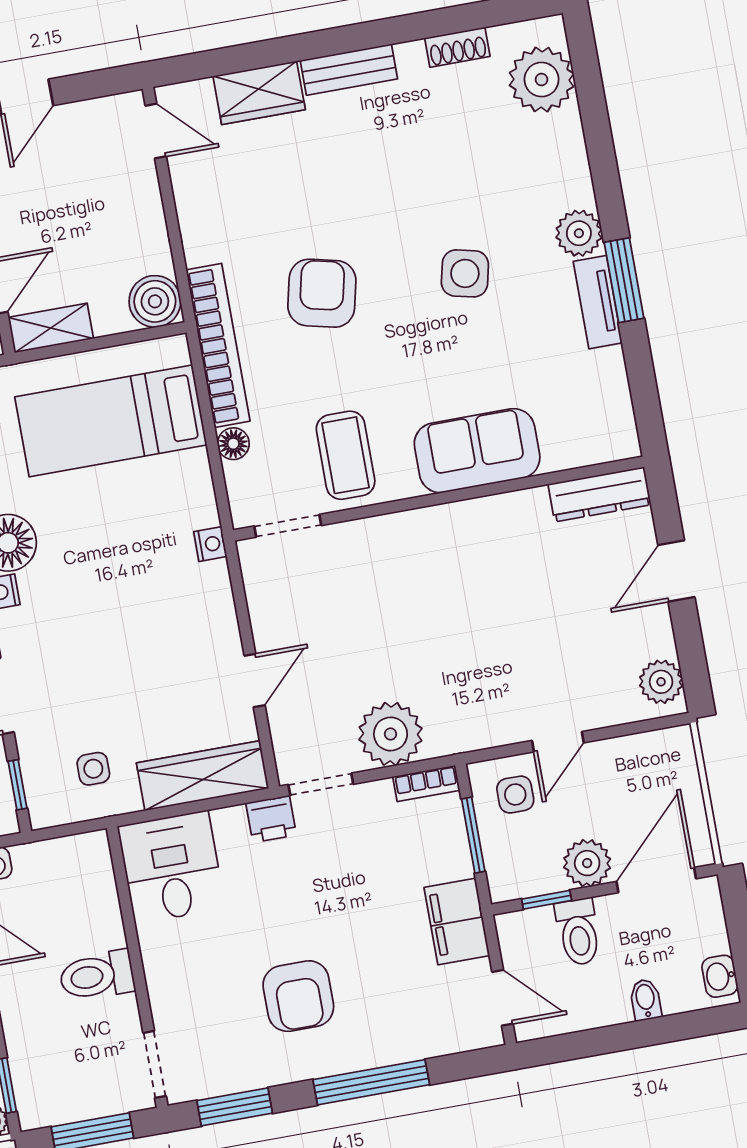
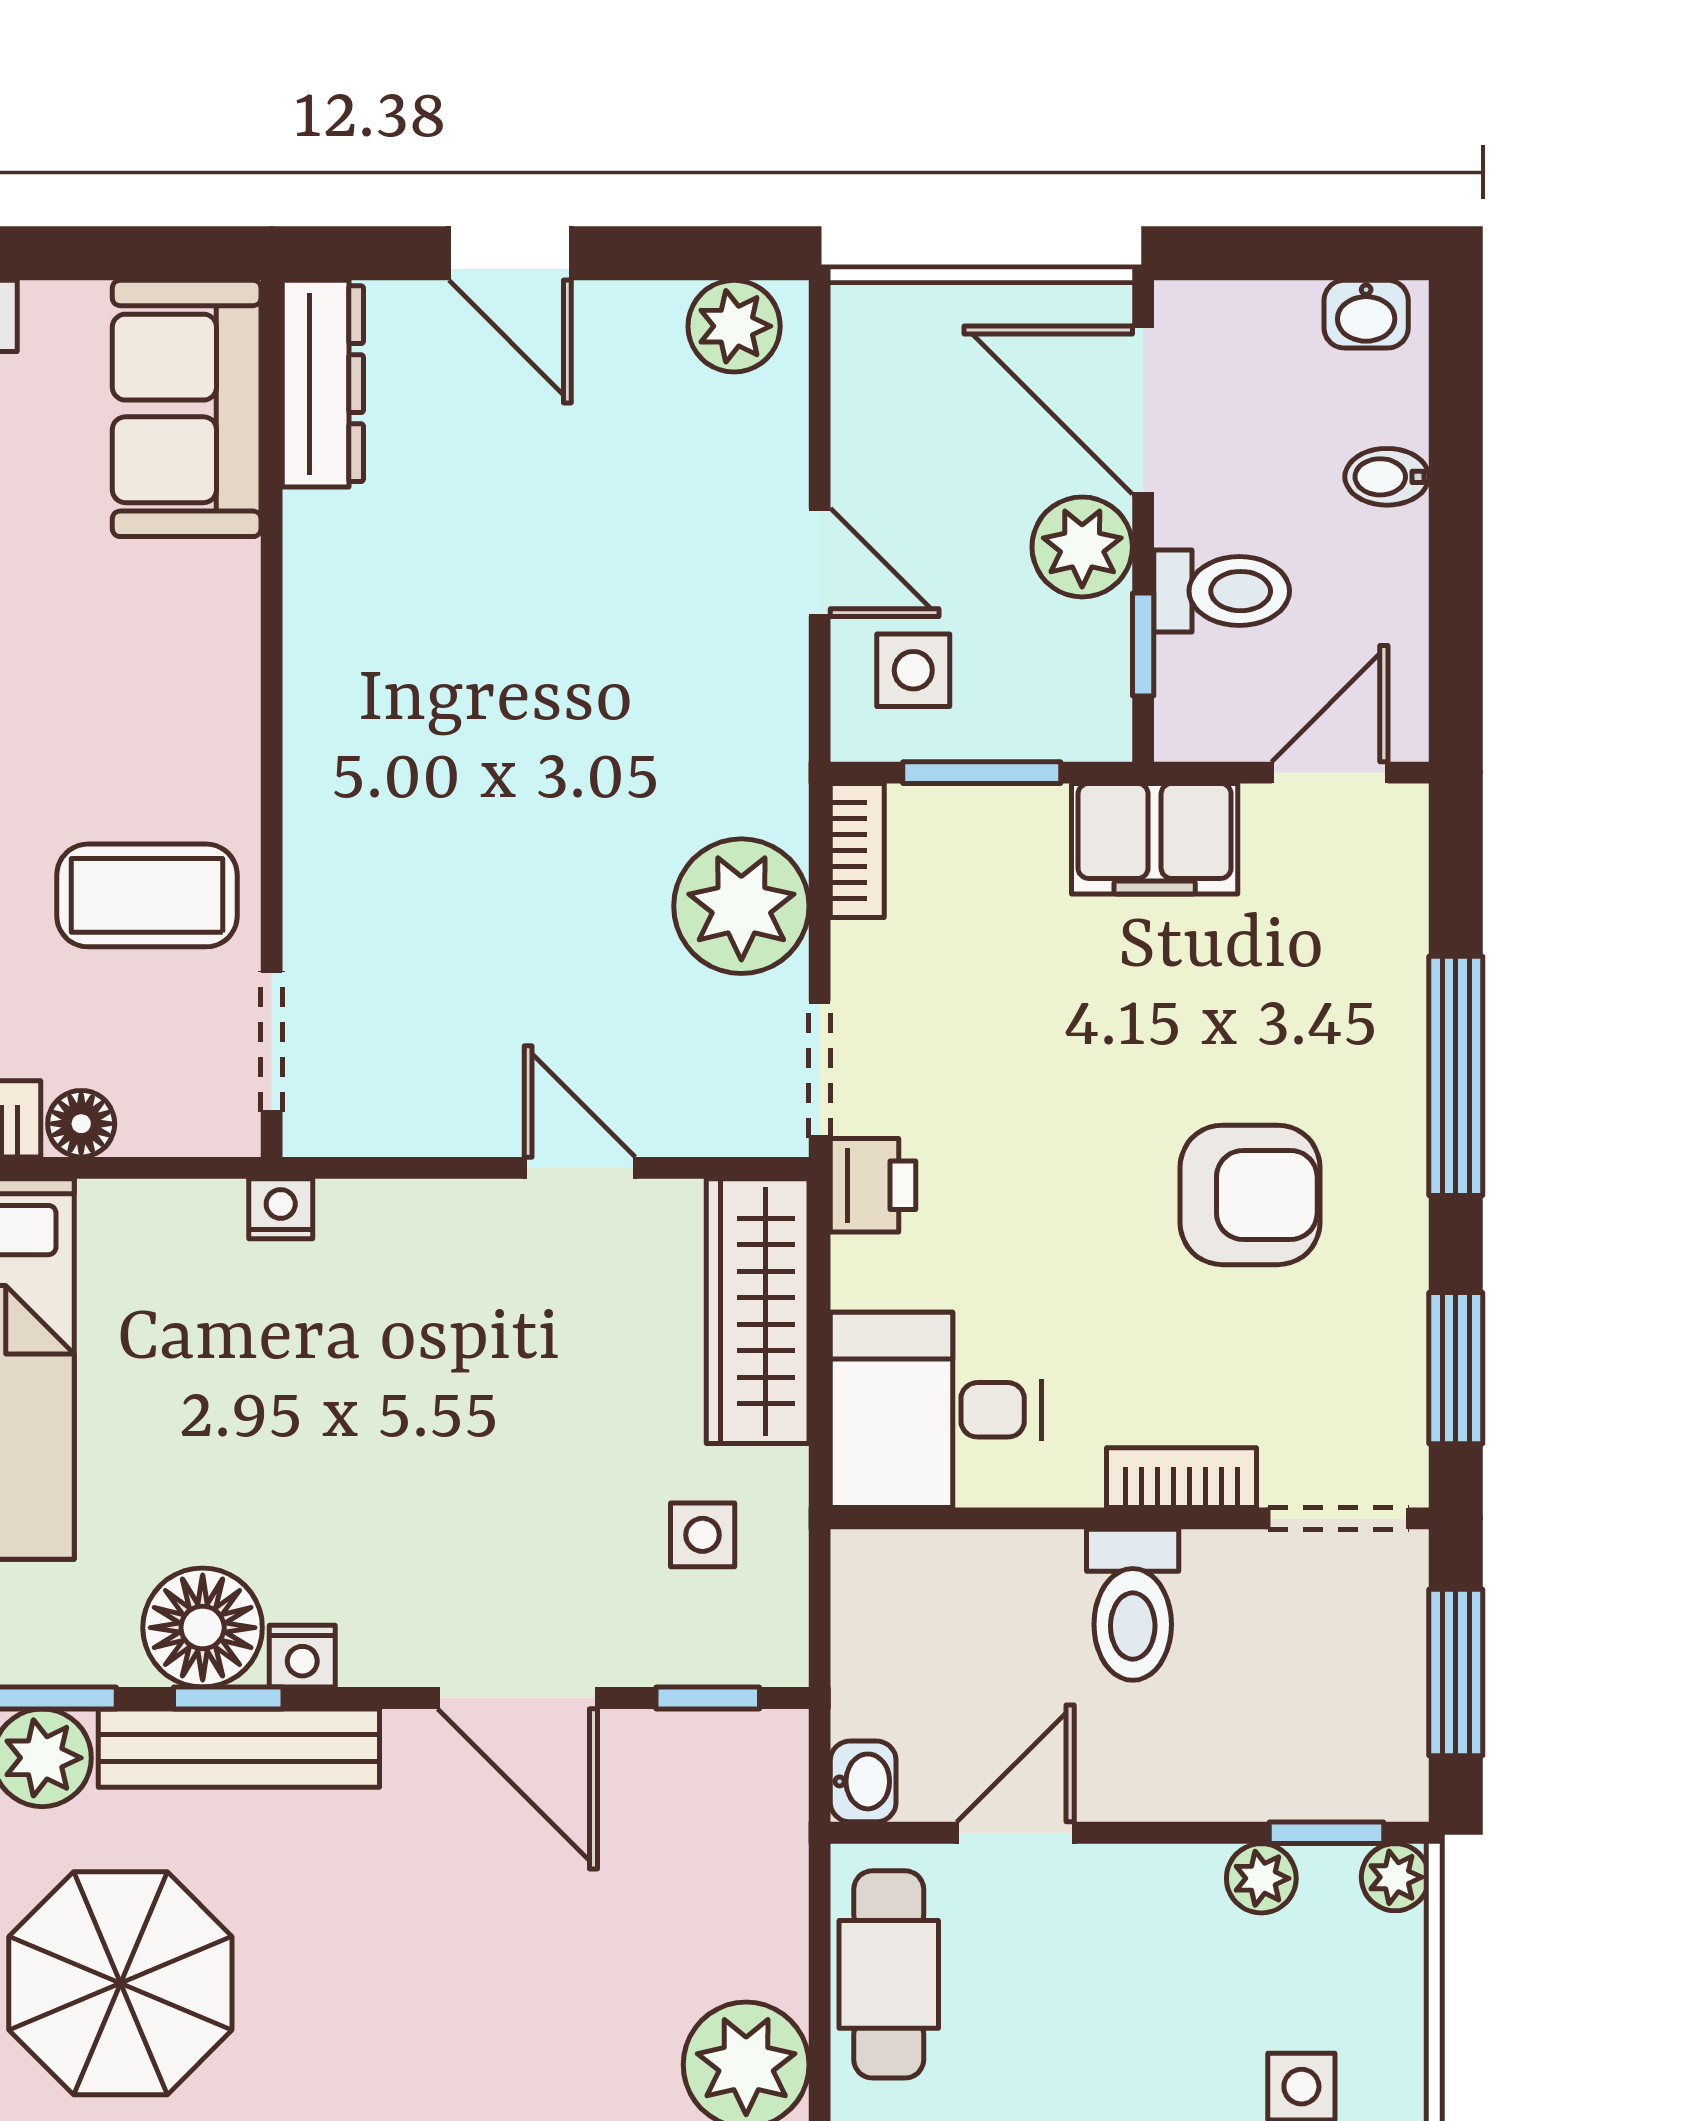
sofa: (477, 451) -> (187, 408), moved
bookcase: (160, 988) -> (1181, 1478), added

